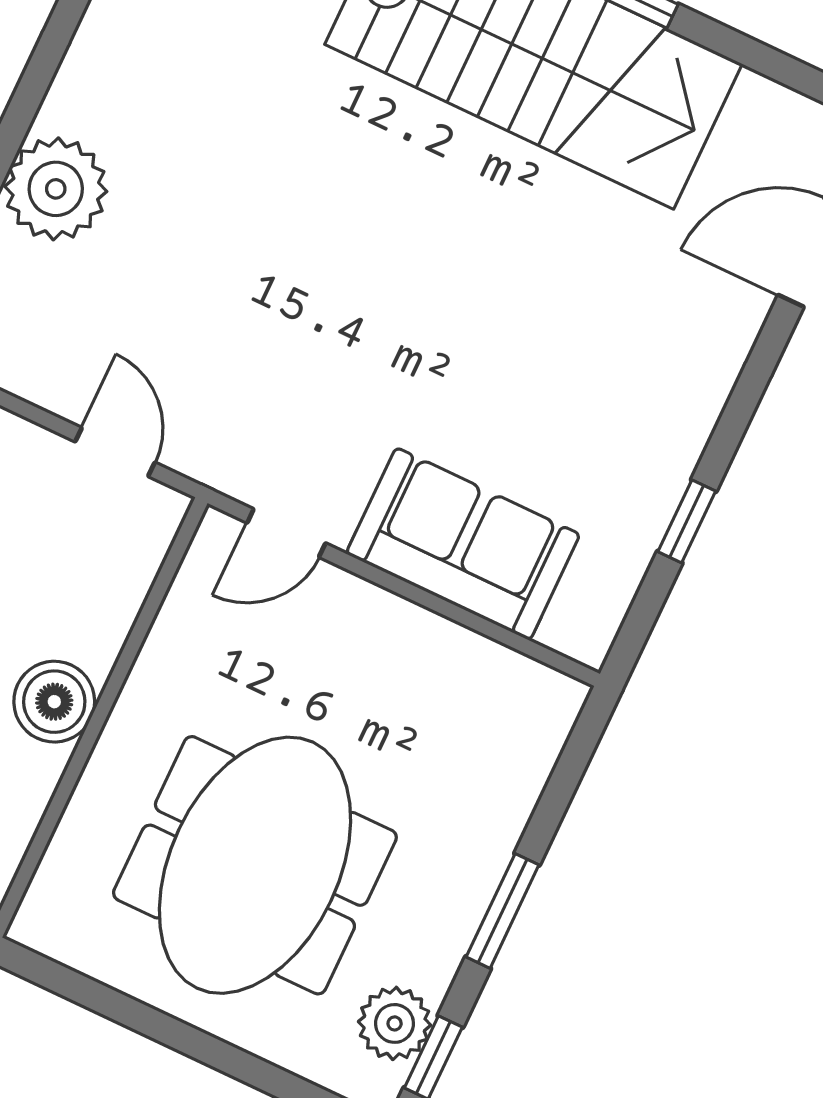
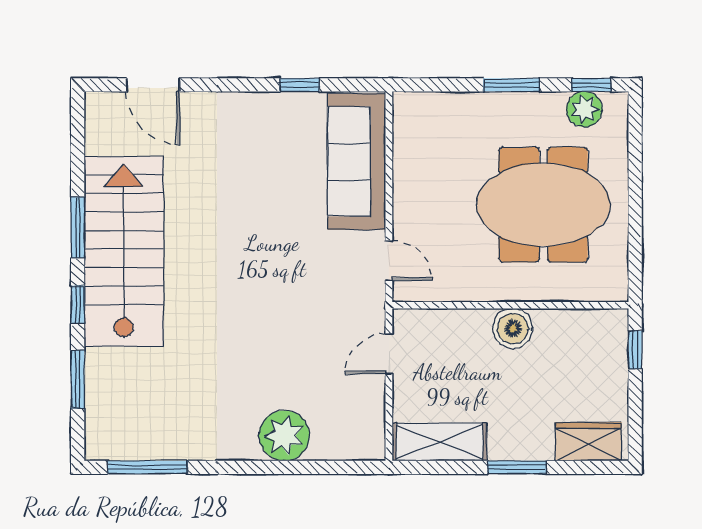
sofa: (463, 544) -> (357, 162), width x1.36

